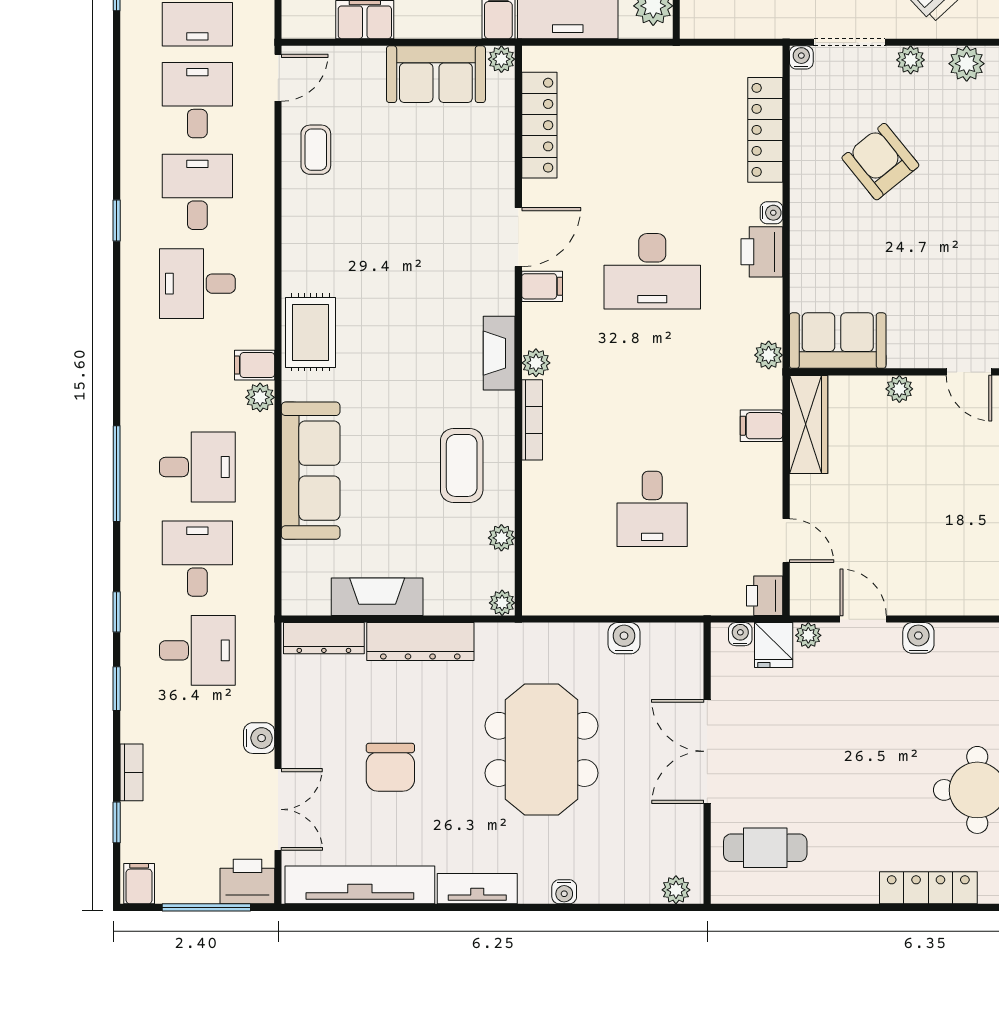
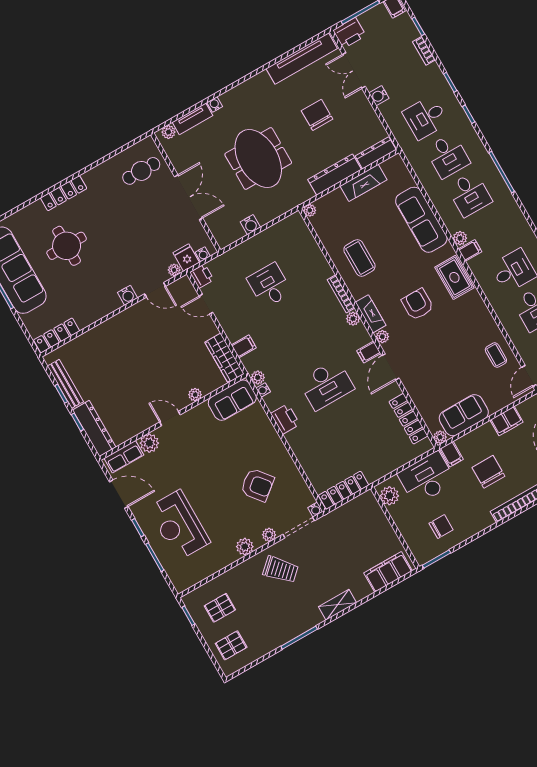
locker: (765, 130) -> (344, 490), moved, turned -90
water cooler: (772, 213) -> (263, 390), moved
desk: (652, 271) -> (326, 385), turned 180
armchair: (405, 322) -> (418, 304), added
desk: (197, 467) -> (470, 194), turned -90
plant: (501, 538) -> (382, 337), moved
tv unit: (477, 889) -> (193, 119), moved

